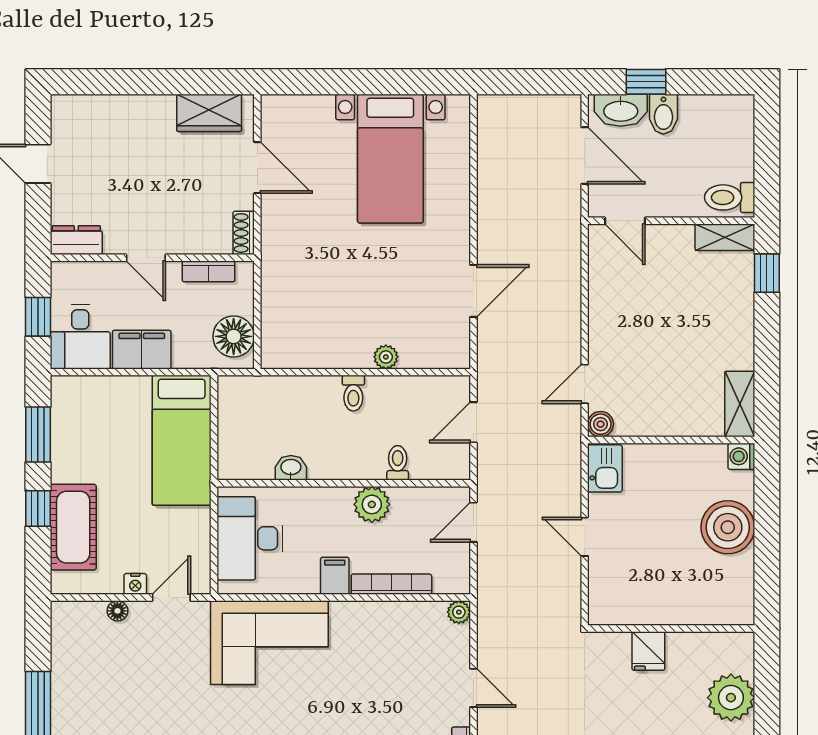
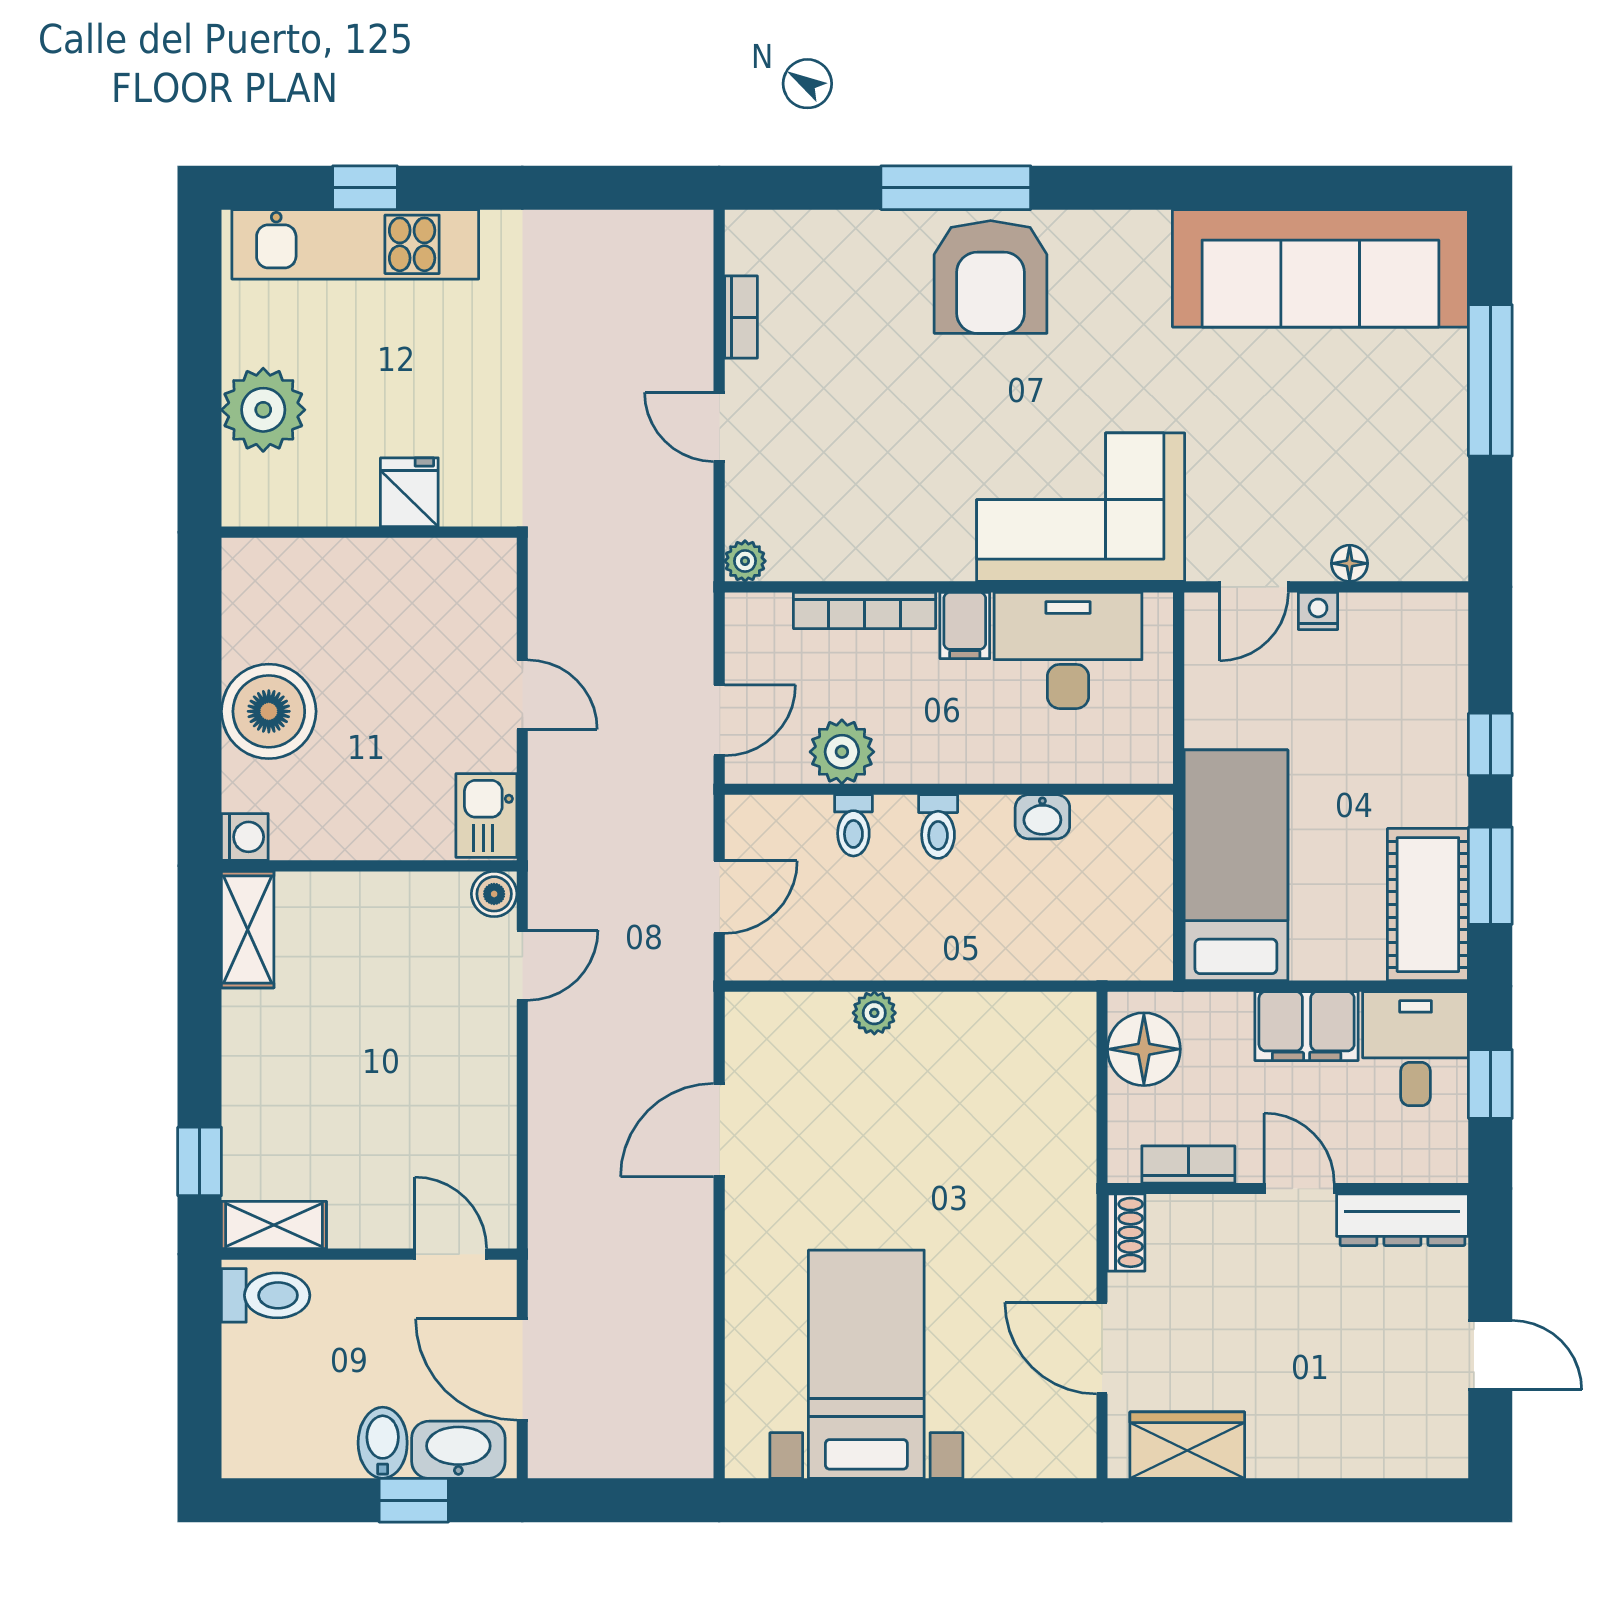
dresser: (76, 240) -> (1402, 1220), width x1.44
toilet: (353, 393) -> (938, 827), moved, turned 180
plant: (372, 504) -> (842, 752), moved
cot: (73, 527) -> (1428, 905), moved
desk: (250, 538) -> (1068, 650), moved, turned -90

